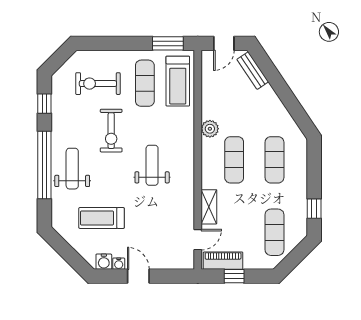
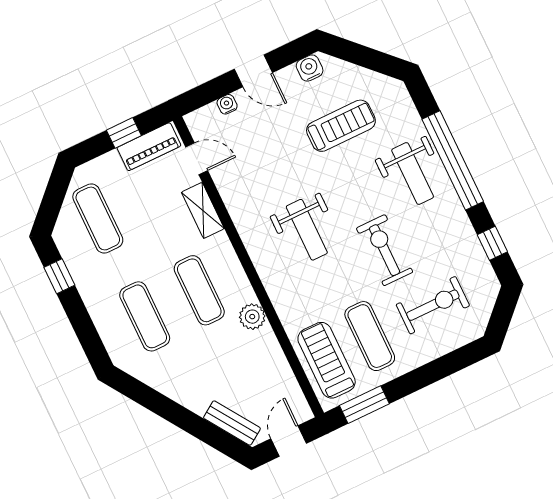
door: (198, 240) -> (197, 159), swing flipped
water cooler: (119, 264) -> (227, 104), moved

